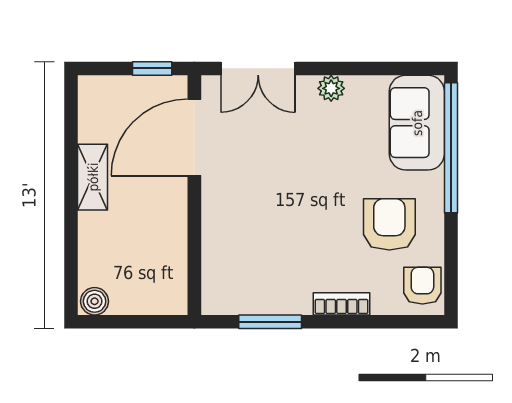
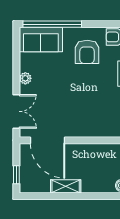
window: (152, 68) -> (16, 175), moved
armchair: (389, 224) -> (87, 52), turned -90

